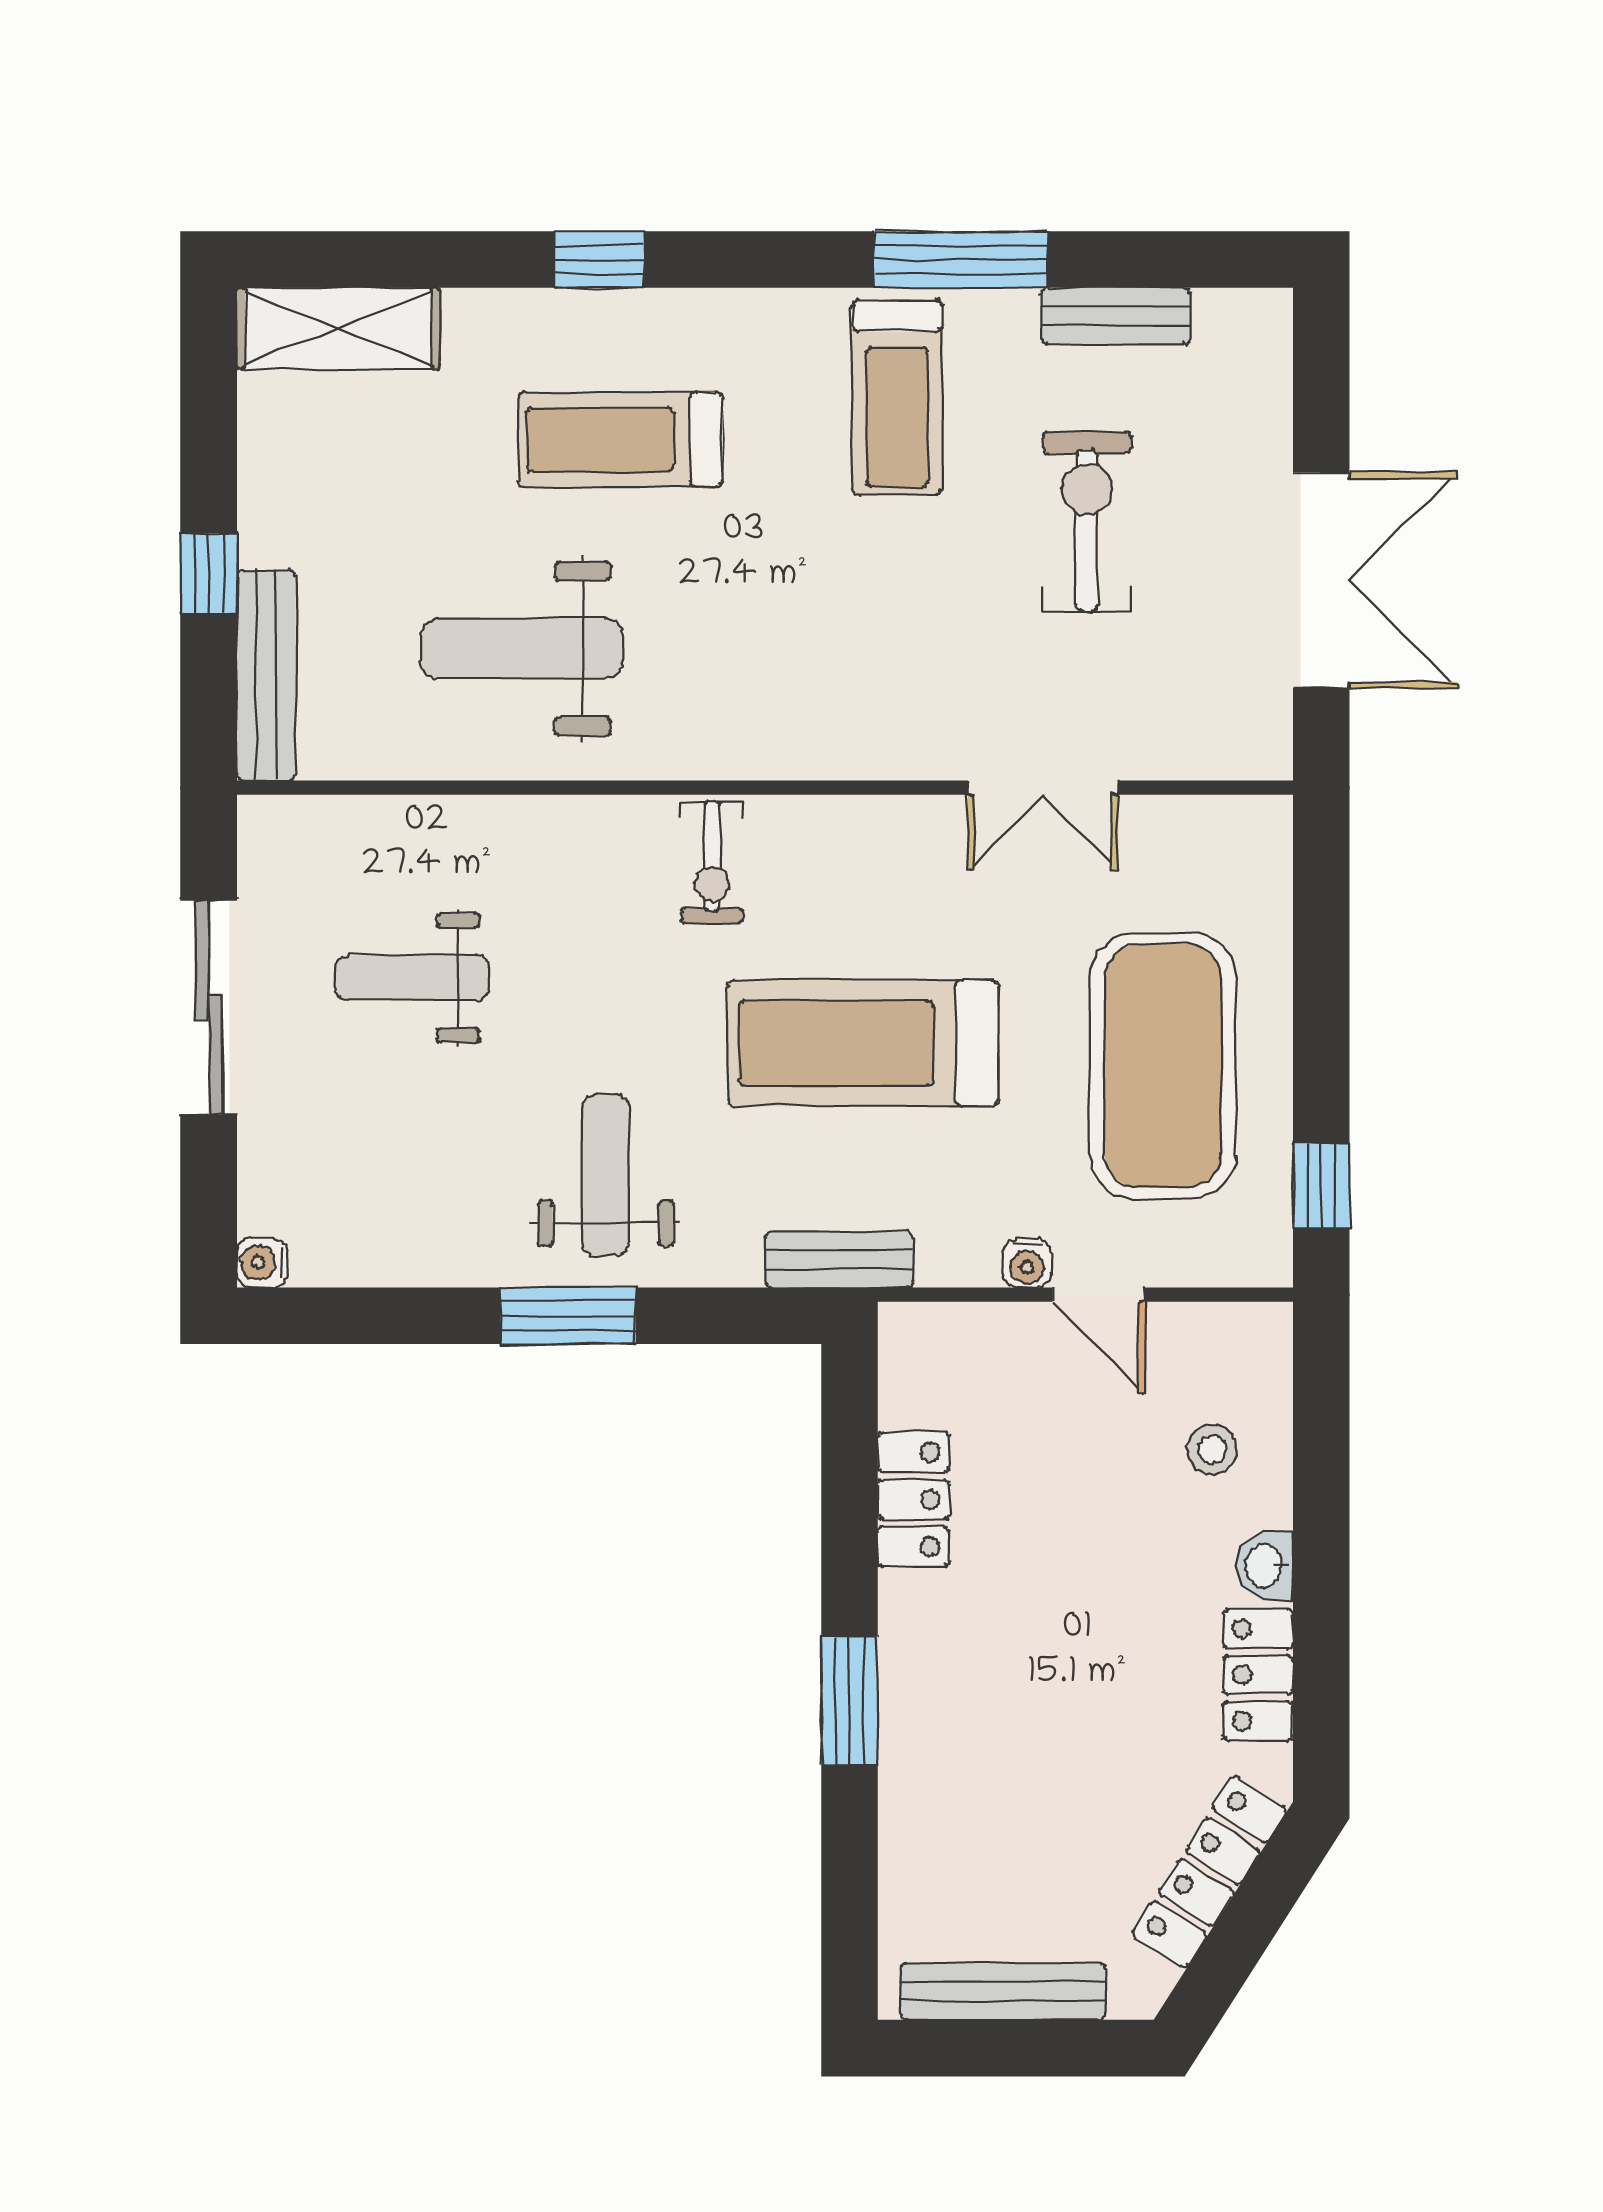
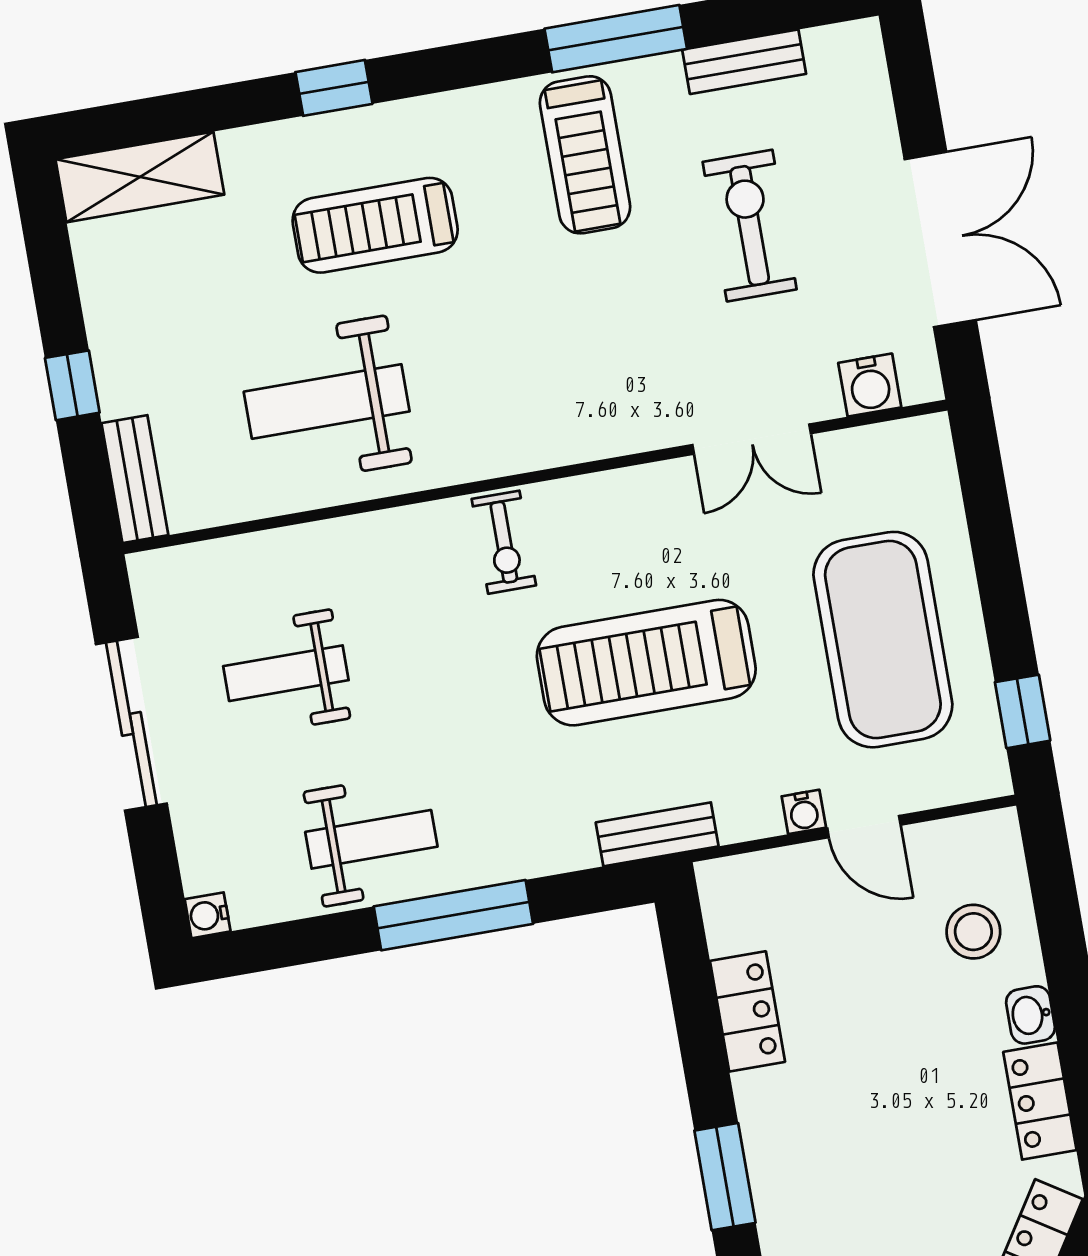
bench: (266, 675) -> (135, 479), width x0.73
water cooler: (1202, 746) -> (870, 385), added
weight bench: (606, 1175) -> (371, 839), moved, turned 90
window: (568, 1316) -> (453, 915), width x1.44
stool: (1212, 1449) -> (973, 932), width x1.37, depth x1.37

